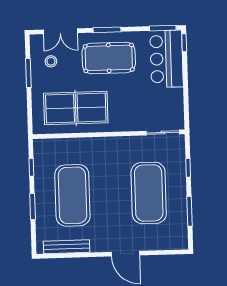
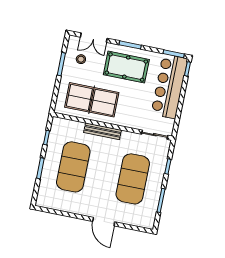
bar counter: (167, 59) -> (169, 86), width x1.36
bench: (67, 247) -> (103, 131), moved

